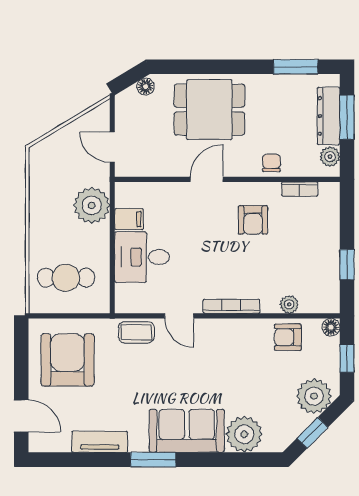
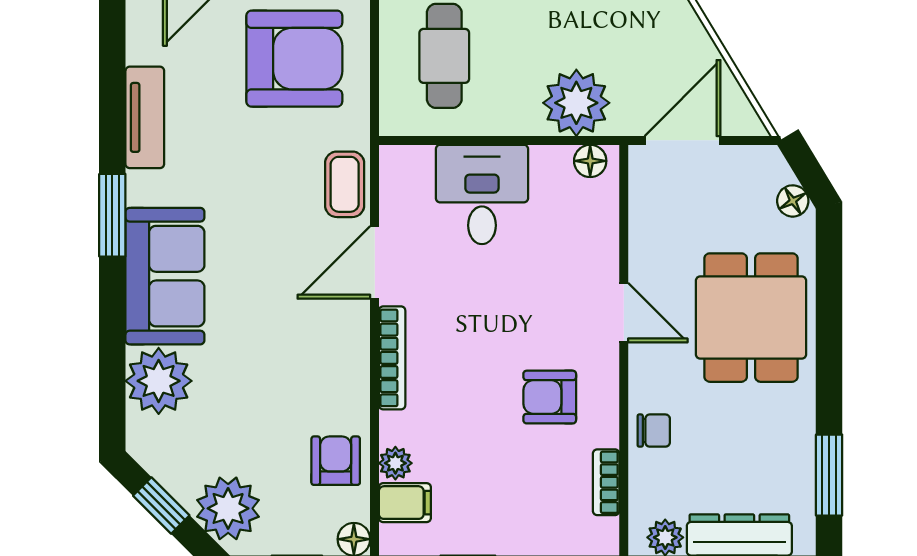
door: (112, 147) -> (682, 140), width x1.38
floor lamp: (124, 198) -> (590, 161), added
filing cabinet: (129, 219) -> (405, 503), moved, turned -90
door: (179, 316) -> (375, 262), width x1.37

